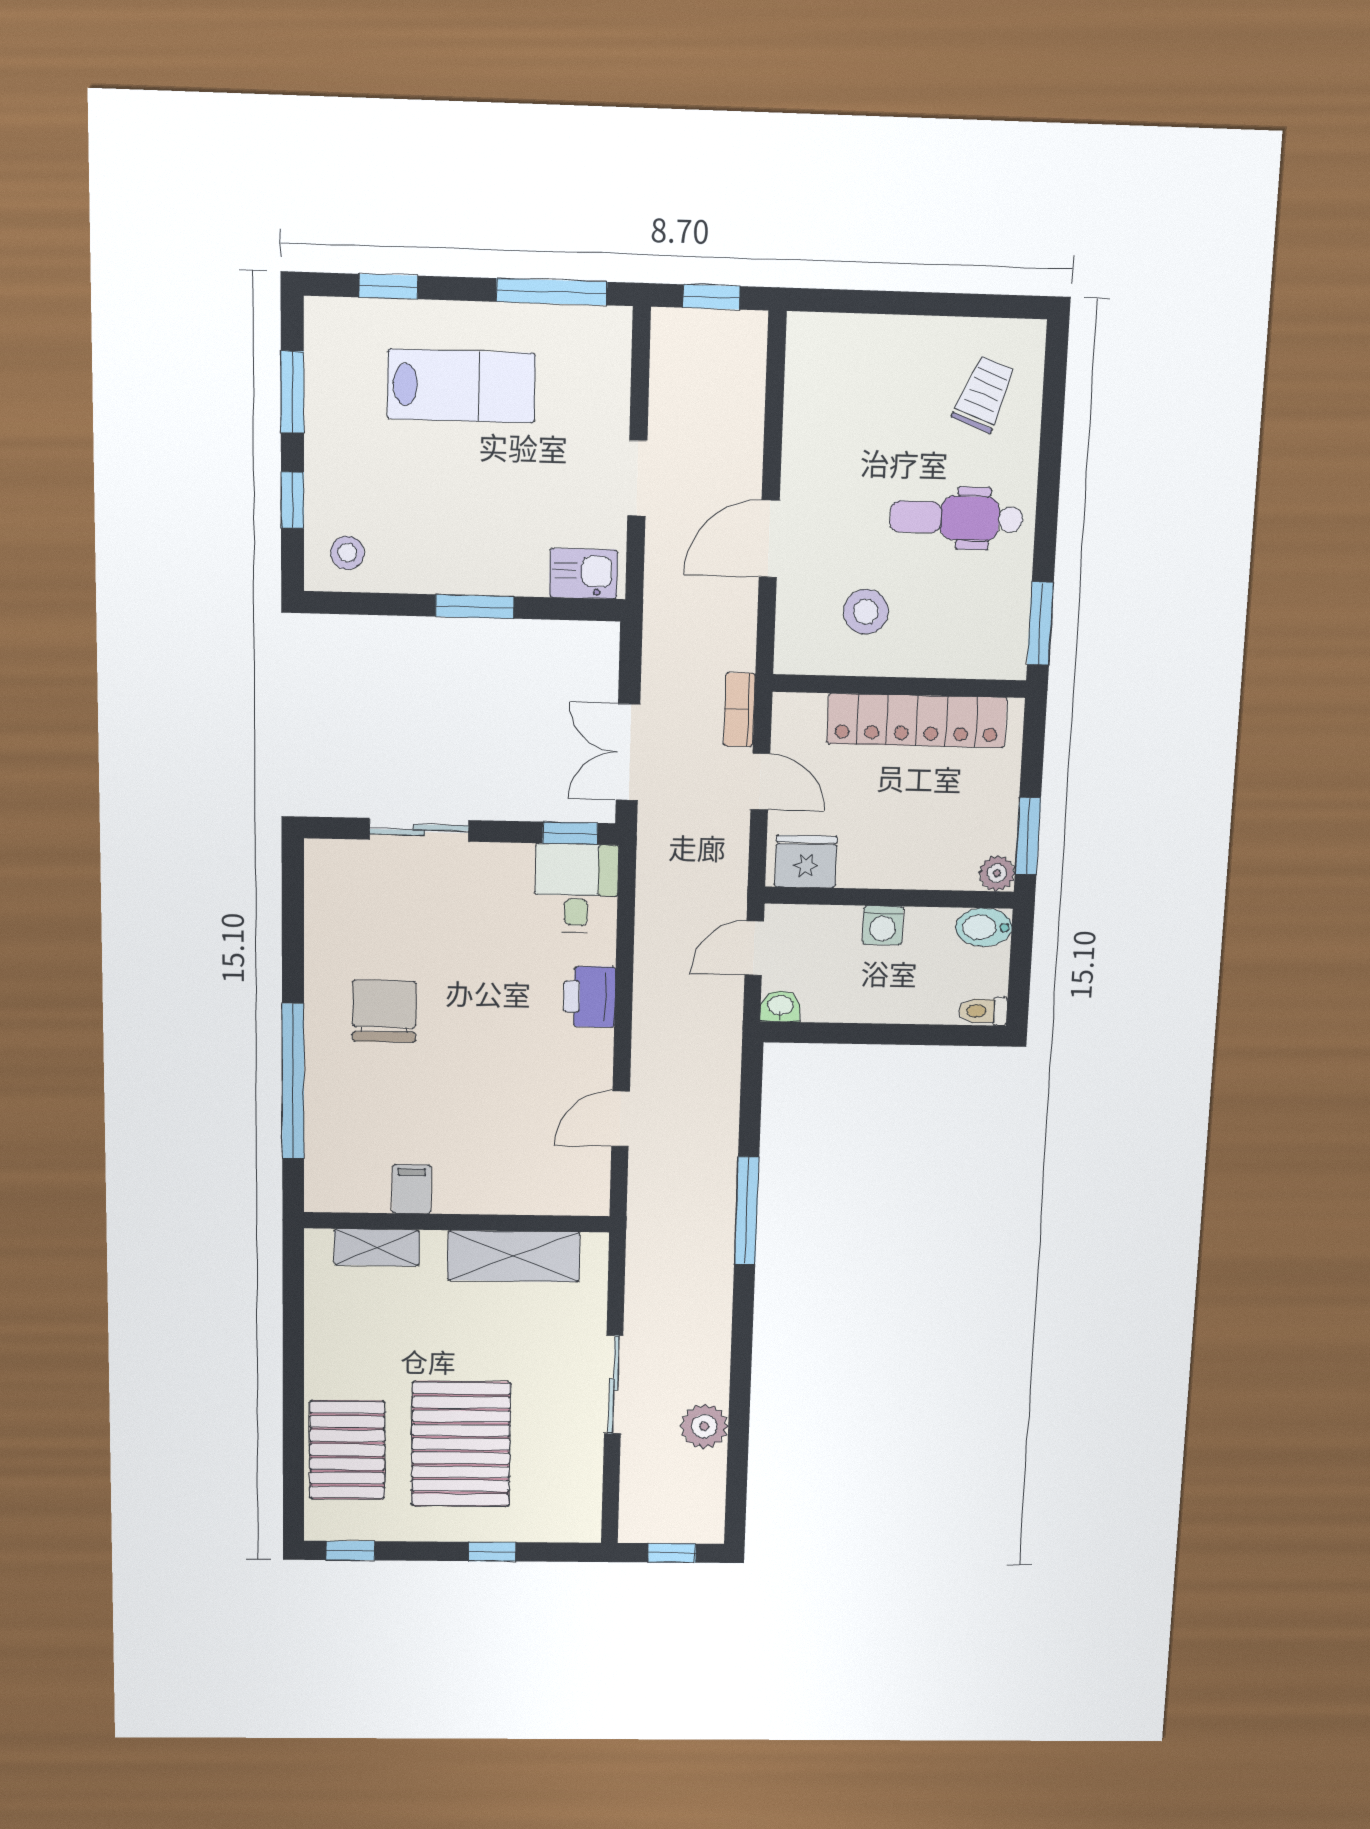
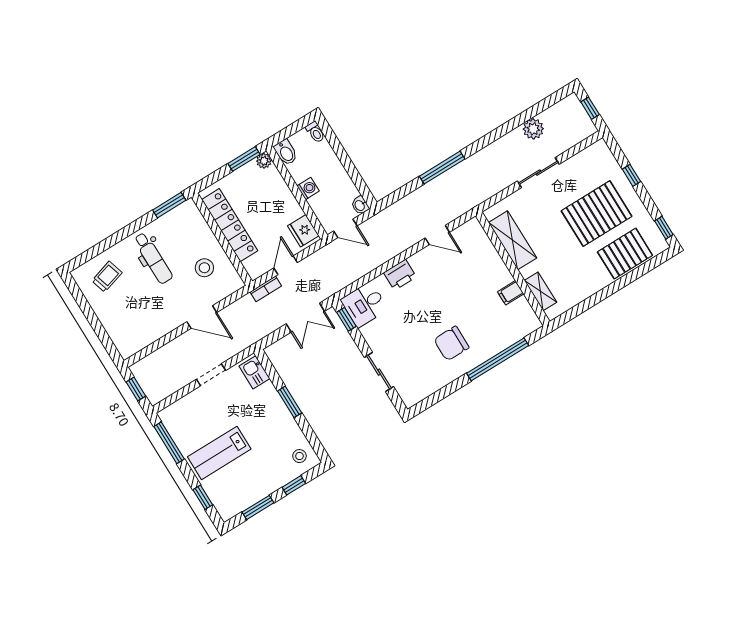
lab bench: (461, 386) -> (219, 453), turned -90
trolley: (984, 394) -> (107, 277), turned 142

